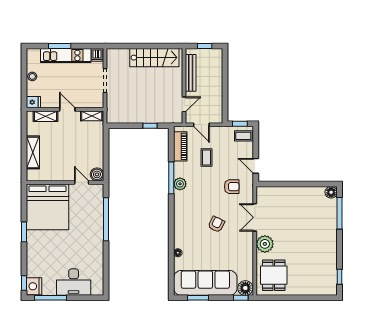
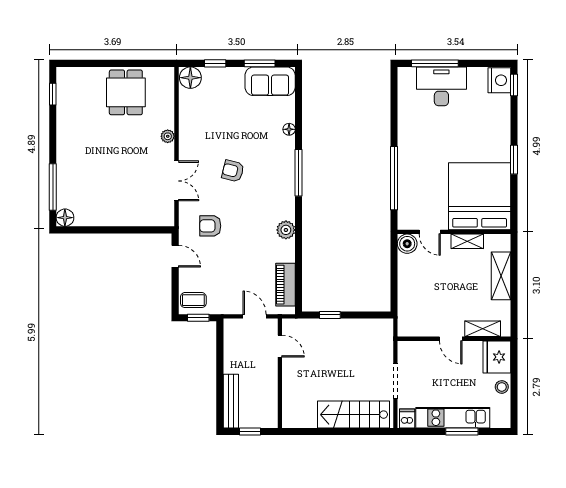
stairs: (154, 58) -> (353, 415), moved
bench: (191, 73) -> (231, 401), moved
fridge: (33, 102) -> (497, 357), width x1.88, depth x1.34
door: (184, 104) -> (280, 346), swing flipped
shelving: (92, 116) -> (467, 241), moved
coffee table: (206, 157) -> (247, 268), removed
window: (171, 178) -> (299, 173), moved
armchair: (216, 224) -> (233, 171), turned 77
plant: (265, 244) -> (168, 136), width x0.53, depth x0.53
dining table: (274, 275) -> (126, 92), moved
sofa: (205, 283) -> (270, 81), width x0.54, depth x0.79
window: (50, 298) -> (435, 63), moved
window: (241, 298) -> (215, 63), moved

